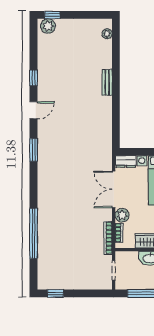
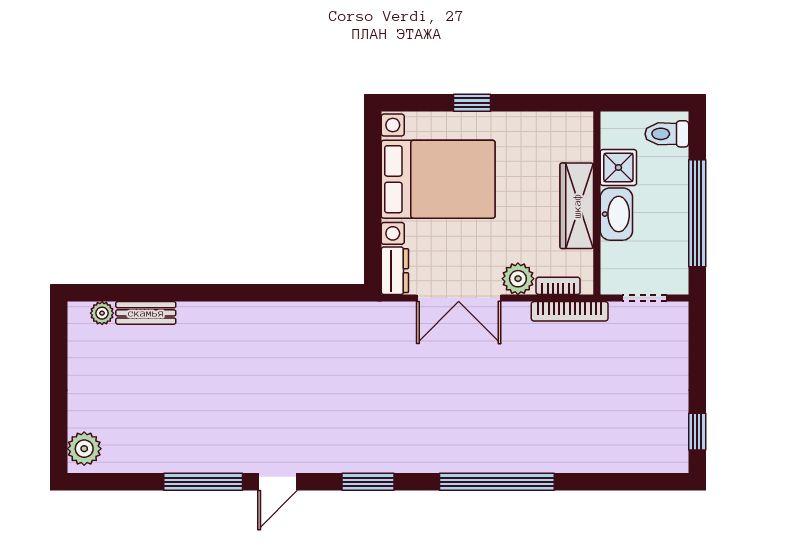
window: (52, 15) -> (59, 439), removed
window: (33, 78) -> (203, 482), width x2.17
bench: (107, 82) -> (146, 313), moved
door: (33, 110) -> (277, 482), swing flipped
window: (33, 233) -> (497, 482), moved

